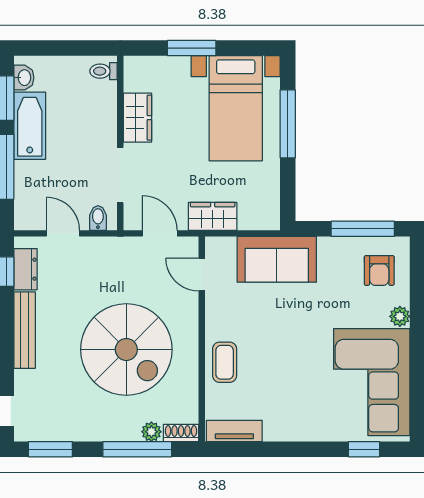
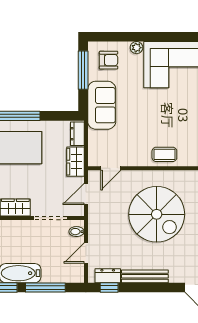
dresser: (258, 219) -> (77, 134), added
sofa: (277, 259) -> (102, 105), moved
spiral stairs: (126, 350) -> (157, 214), turned 90

